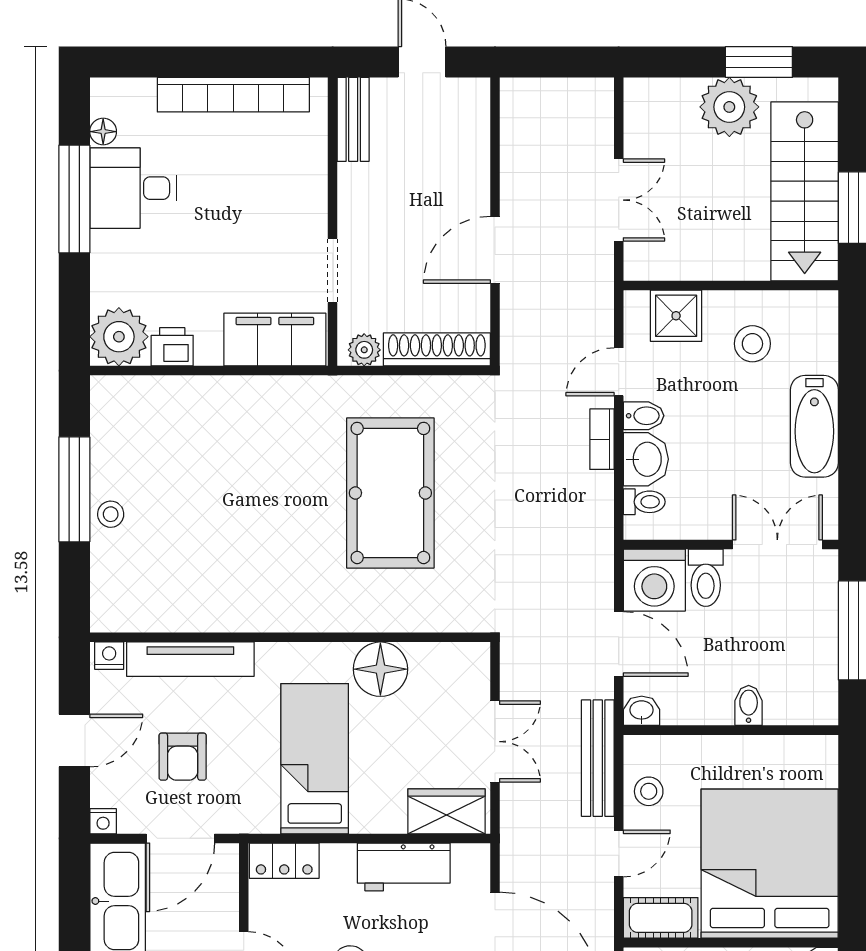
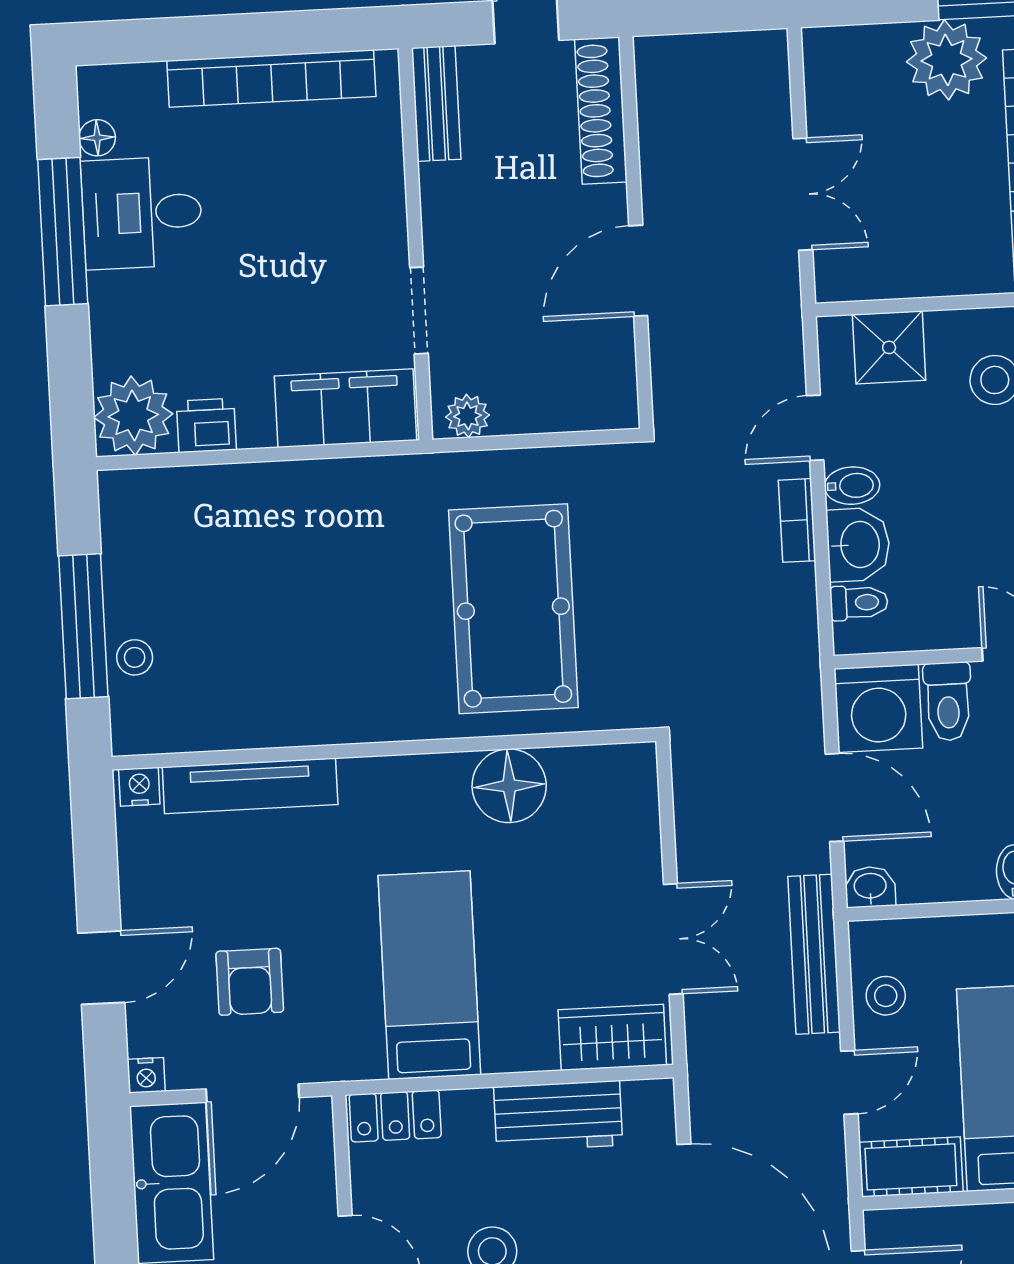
shoe rack: (437, 349) -> (601, 111), moved, turned -90
wall: (290, 637) -> (384, 749), moved
nightstand: (109, 656) -> (139, 787), moved
tv unit: (190, 659) -> (250, 786), moved
floor lamp: (380, 669) -> (509, 786), moved

